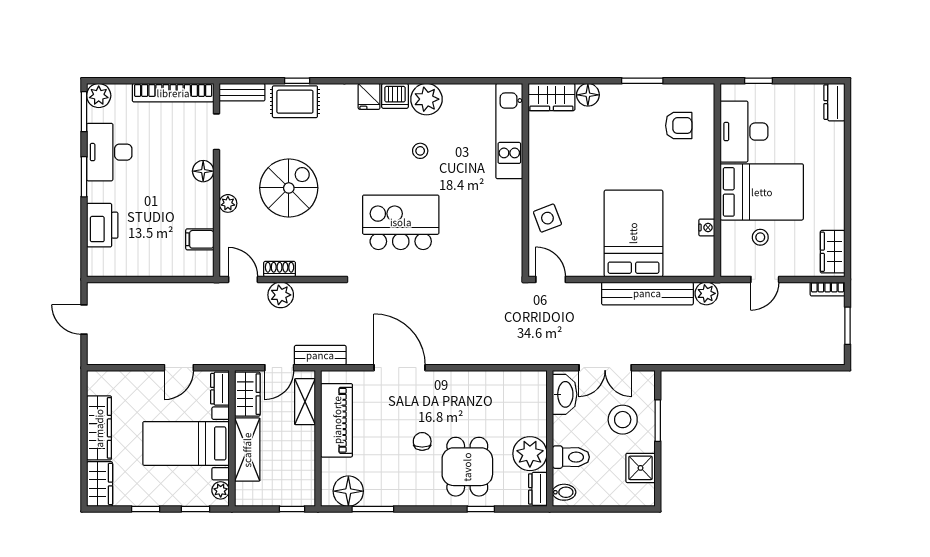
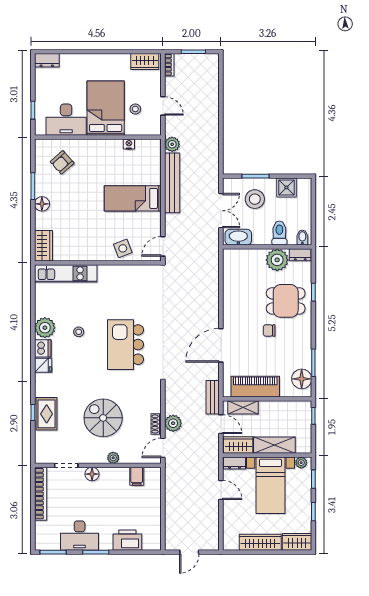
bench: (242, 92) -> (40, 449), removed
floor lamp: (588, 95) -> (42, 204), moved
plant: (99, 96) -> (42, 542), removed
armchair: (679, 126) -> (62, 162), turned -132
bed: (633, 233) -> (133, 198), width x0.67

